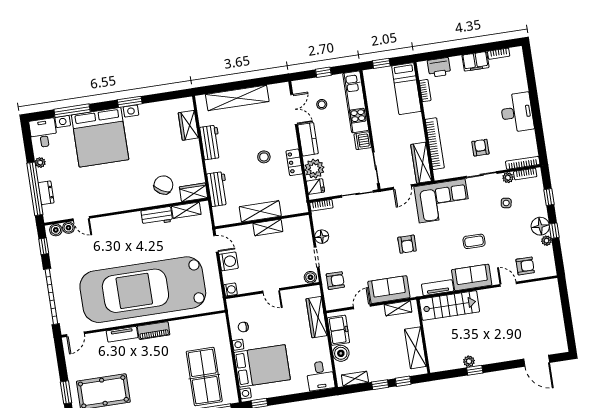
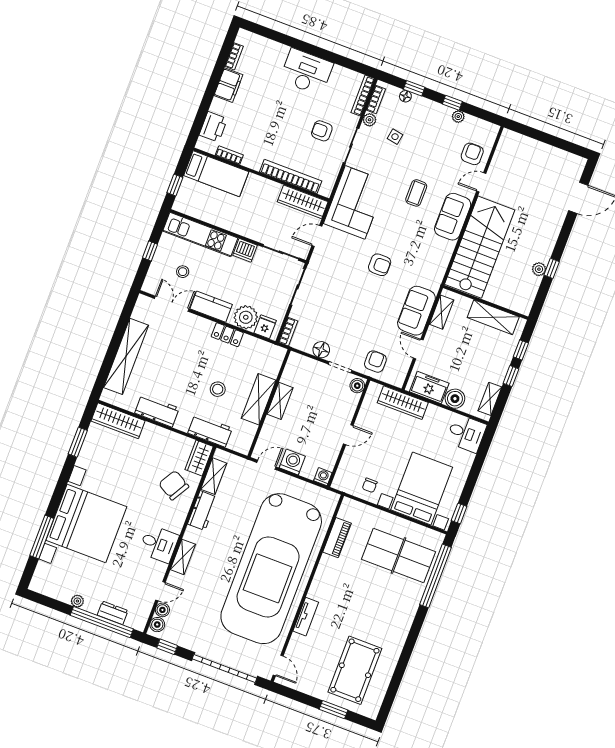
window: (130, 102) -> (78, 442), moved
wardrobe: (188, 125) -> (118, 421), width x1.50
desk: (43, 133) -> (159, 544), moved, turned 180
stool: (264, 157) -> (218, 389), moved
door: (402, 187) -> (317, 236), swing flipped
shelving: (115, 221) -> (183, 557), added
floor lamp: (540, 226) -> (405, 96), moved, width x0.53, depth x0.53
tv unit: (438, 288) -> (443, 258), removed
stairs: (449, 305) -> (480, 247), width x1.36, depth x1.51
piano: (154, 331) -> (337, 538), moved

